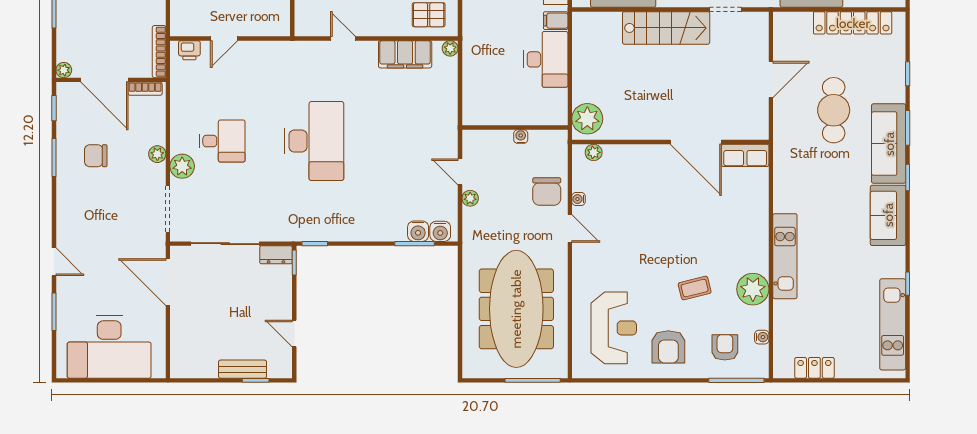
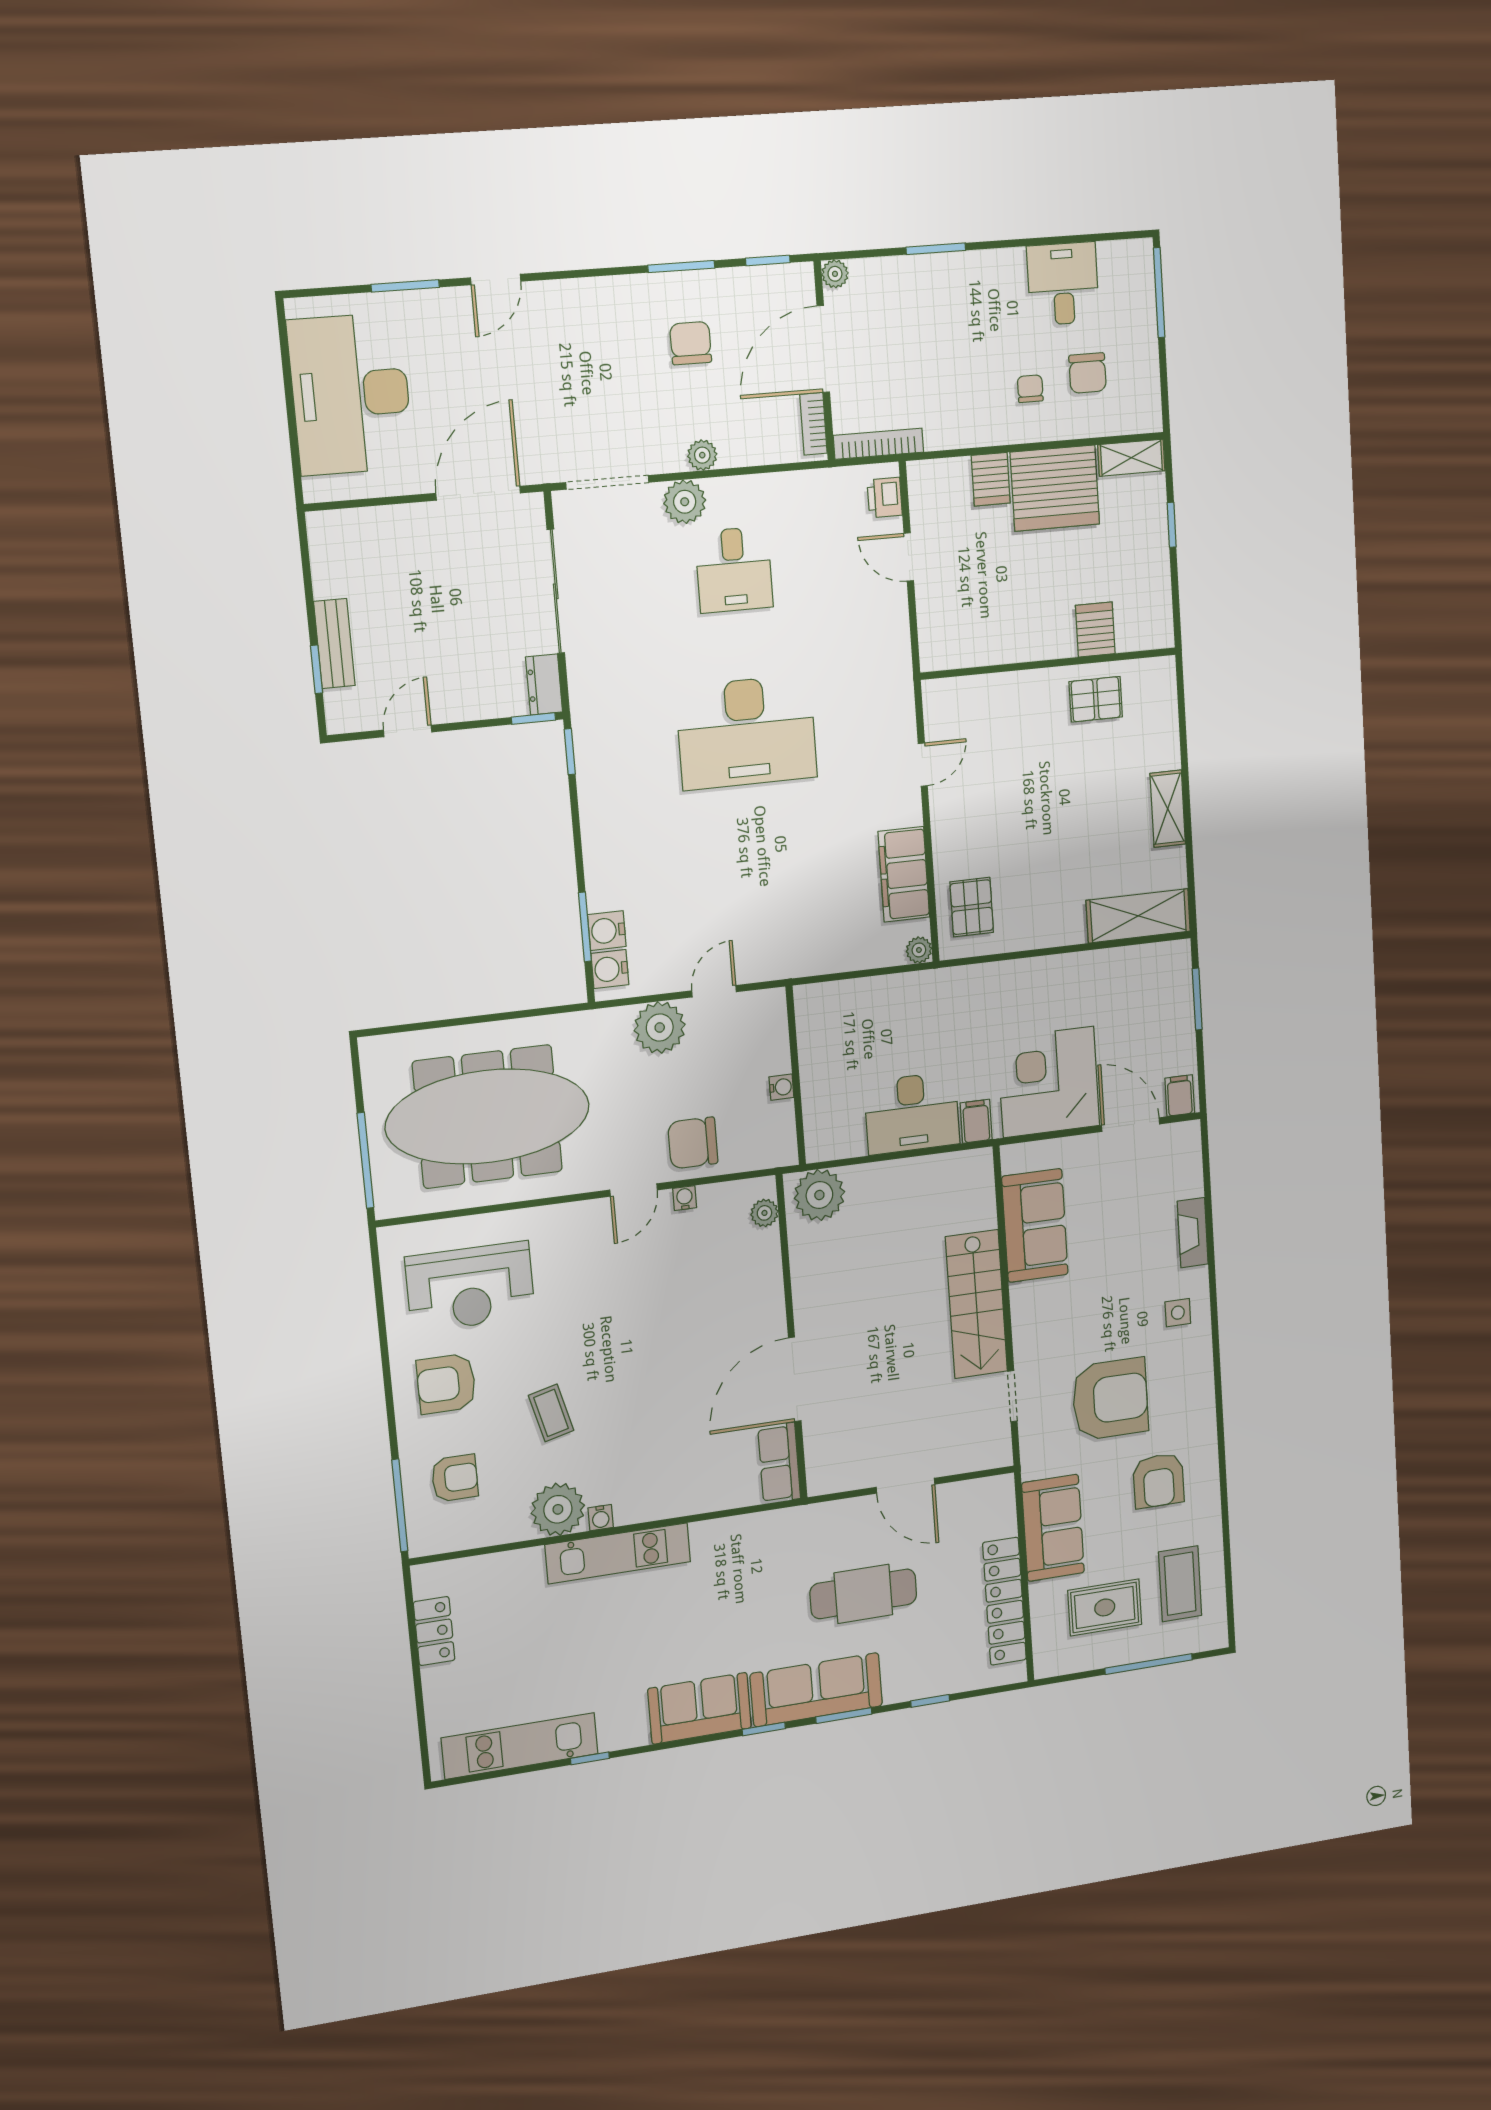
plant: (470, 198) -> (660, 1028), width x1.87, depth x1.87
water cooler: (762, 337) -> (601, 1518), moved

